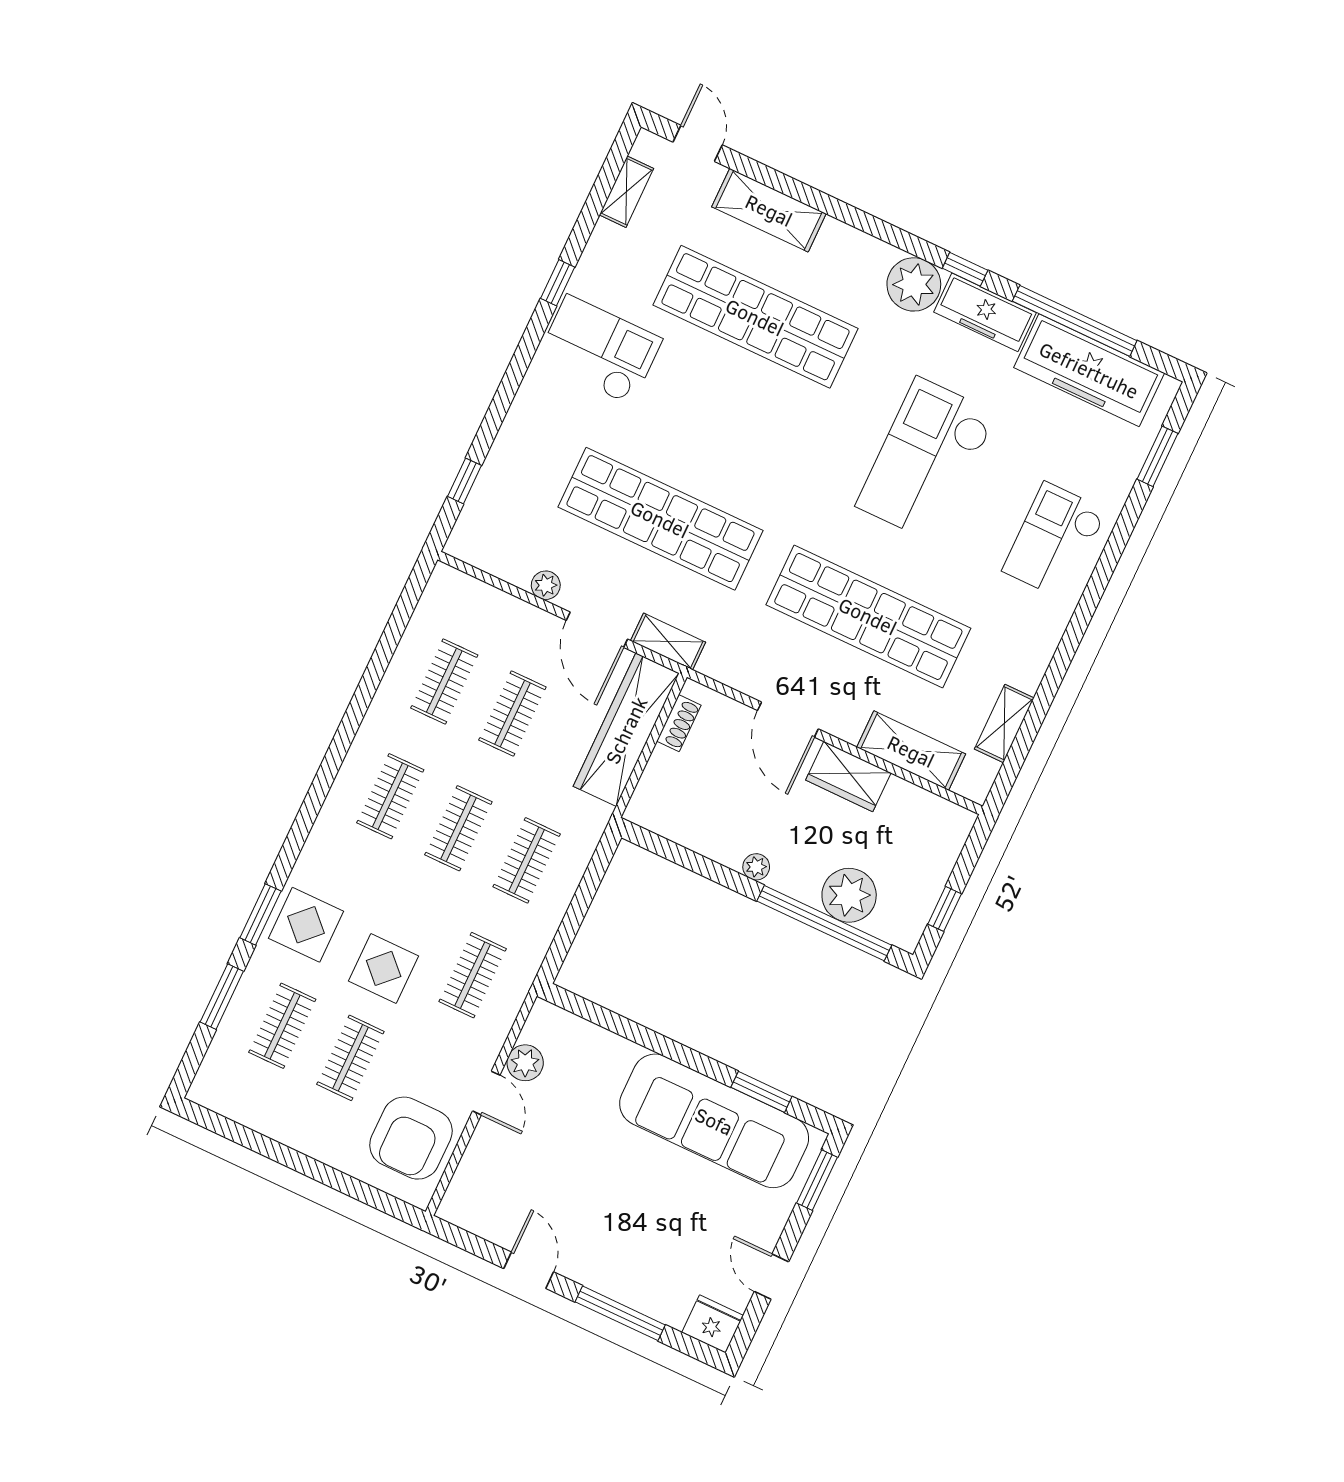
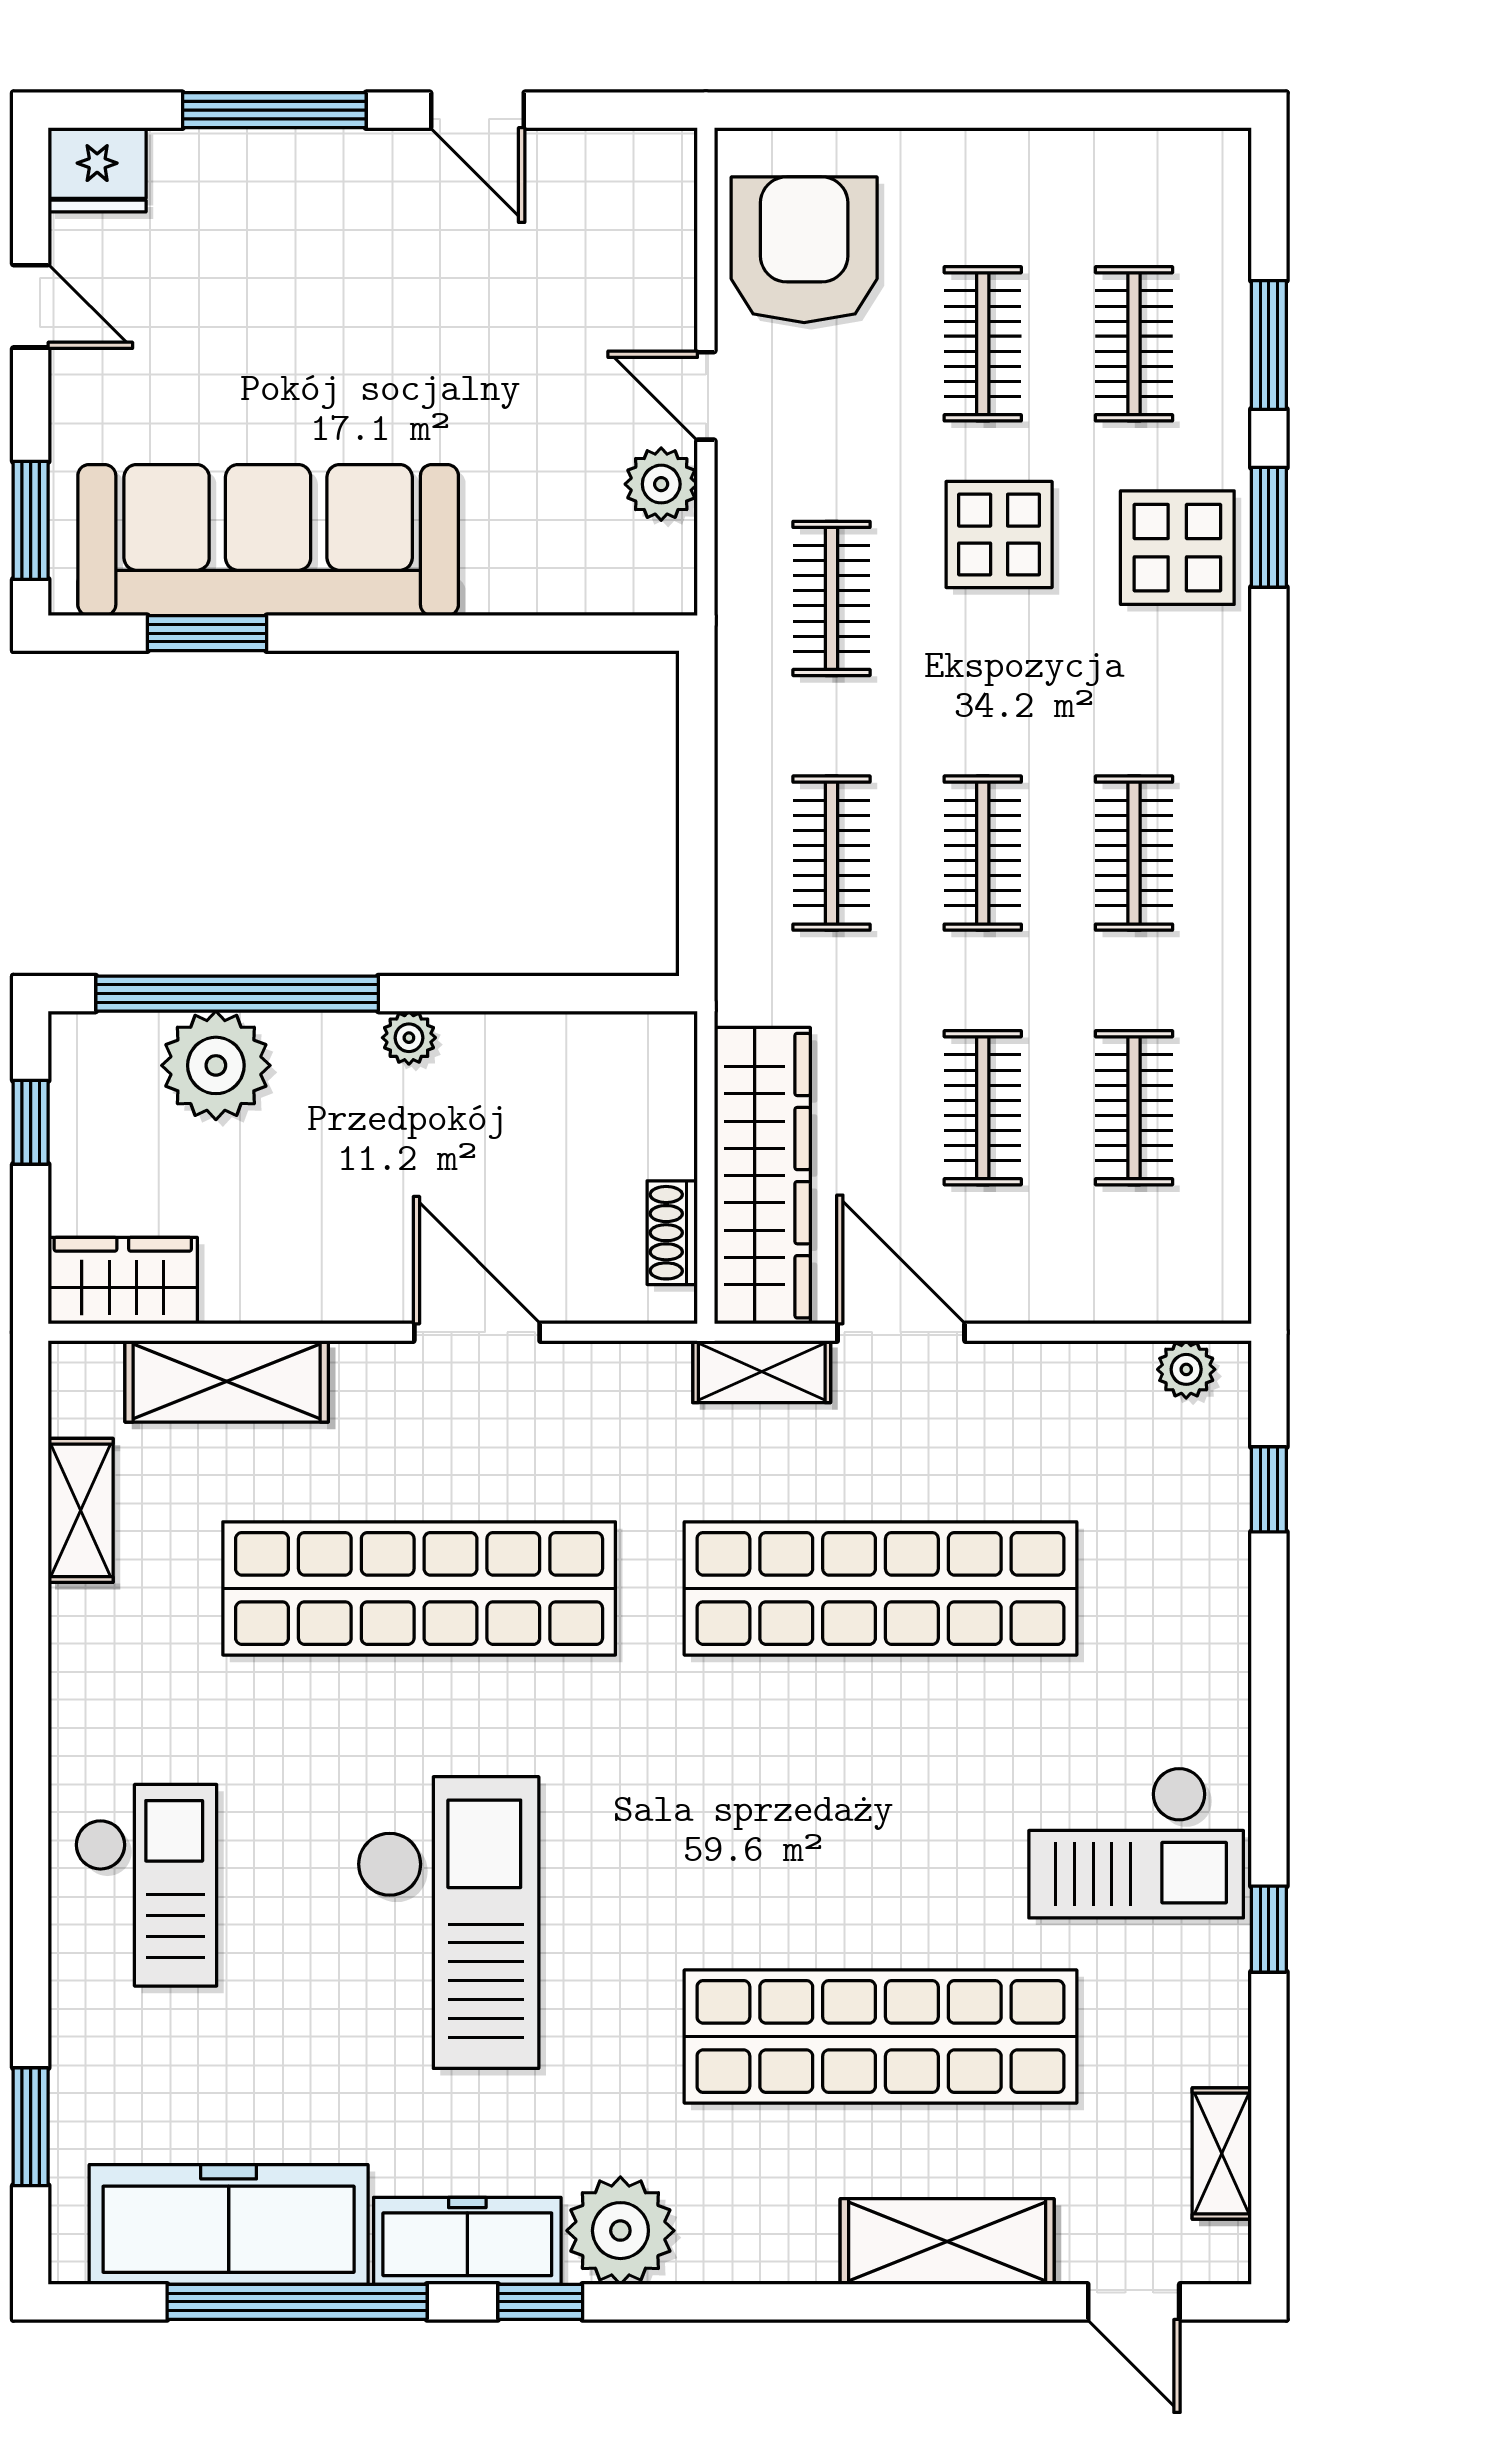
plant: (546, 585) -> (1186, 1369), moved
wardrobe: (848, 776) -> (123, 1281), moved

